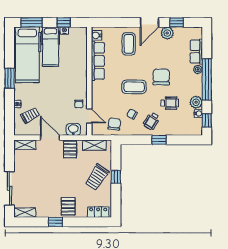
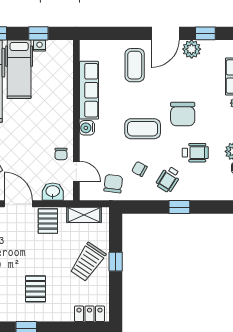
water cooler: (96, 35) -> (87, 128), moved
chair: (161, 77) -> (183, 114), turned 180
pallet: (68, 206) -> (36, 289), moved

